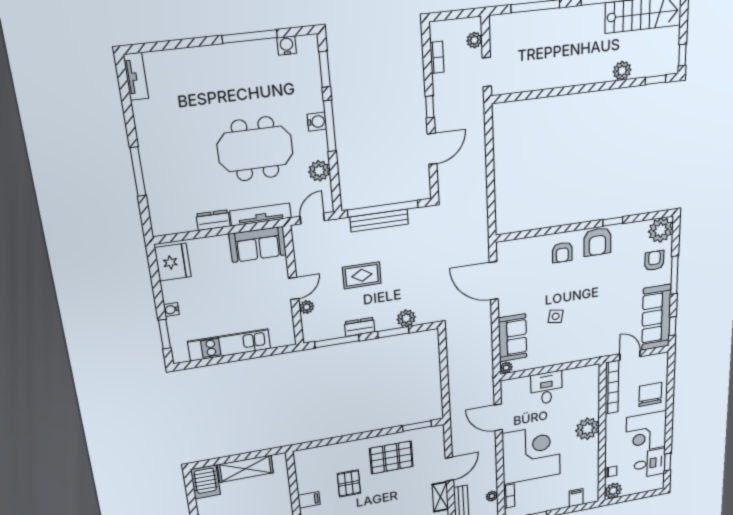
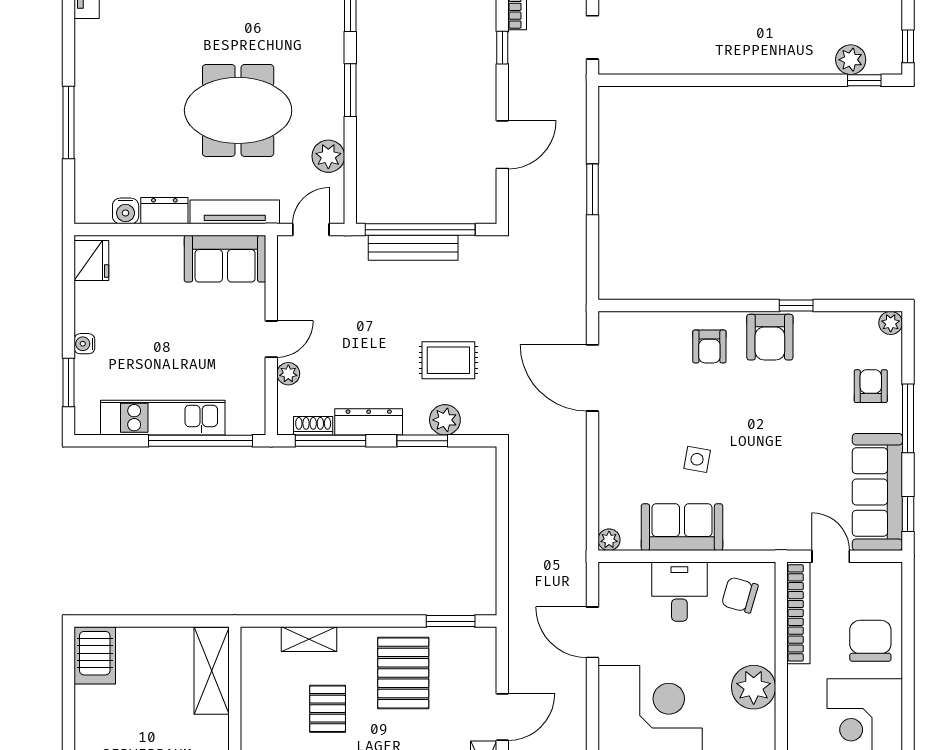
plant: (622, 71) -> (851, 60), moved
window: (430, 107) -> (502, 48), moved
water cooler: (317, 122) -> (126, 211), moved, turned 90
window: (330, 126) -> (350, 90), width x0.69
window: (490, 169) -> (592, 189), added
plant: (661, 230) -> (891, 323), width x0.53, depth x0.53
fridge: (173, 262) -> (91, 261), width x0.73, depth x0.75
rug: (362, 275) -> (448, 360), moved
dresser: (360, 327) -> (369, 422), width x1.44
shoe rack: (325, 334) -> (313, 426), added
sofa: (513, 338) -> (682, 527), moved, turned -90
window: (255, 354) -> (200, 441), added
chair: (580, 384) -> (740, 595), added
shelving: (334, 450) -> (309, 639), added
pallet: (391, 457) -> (403, 673), turned 90
shelving: (245, 469) -> (212, 671), moved, turned 90
filing cabinet: (309, 500) -> (258, 726), removed

